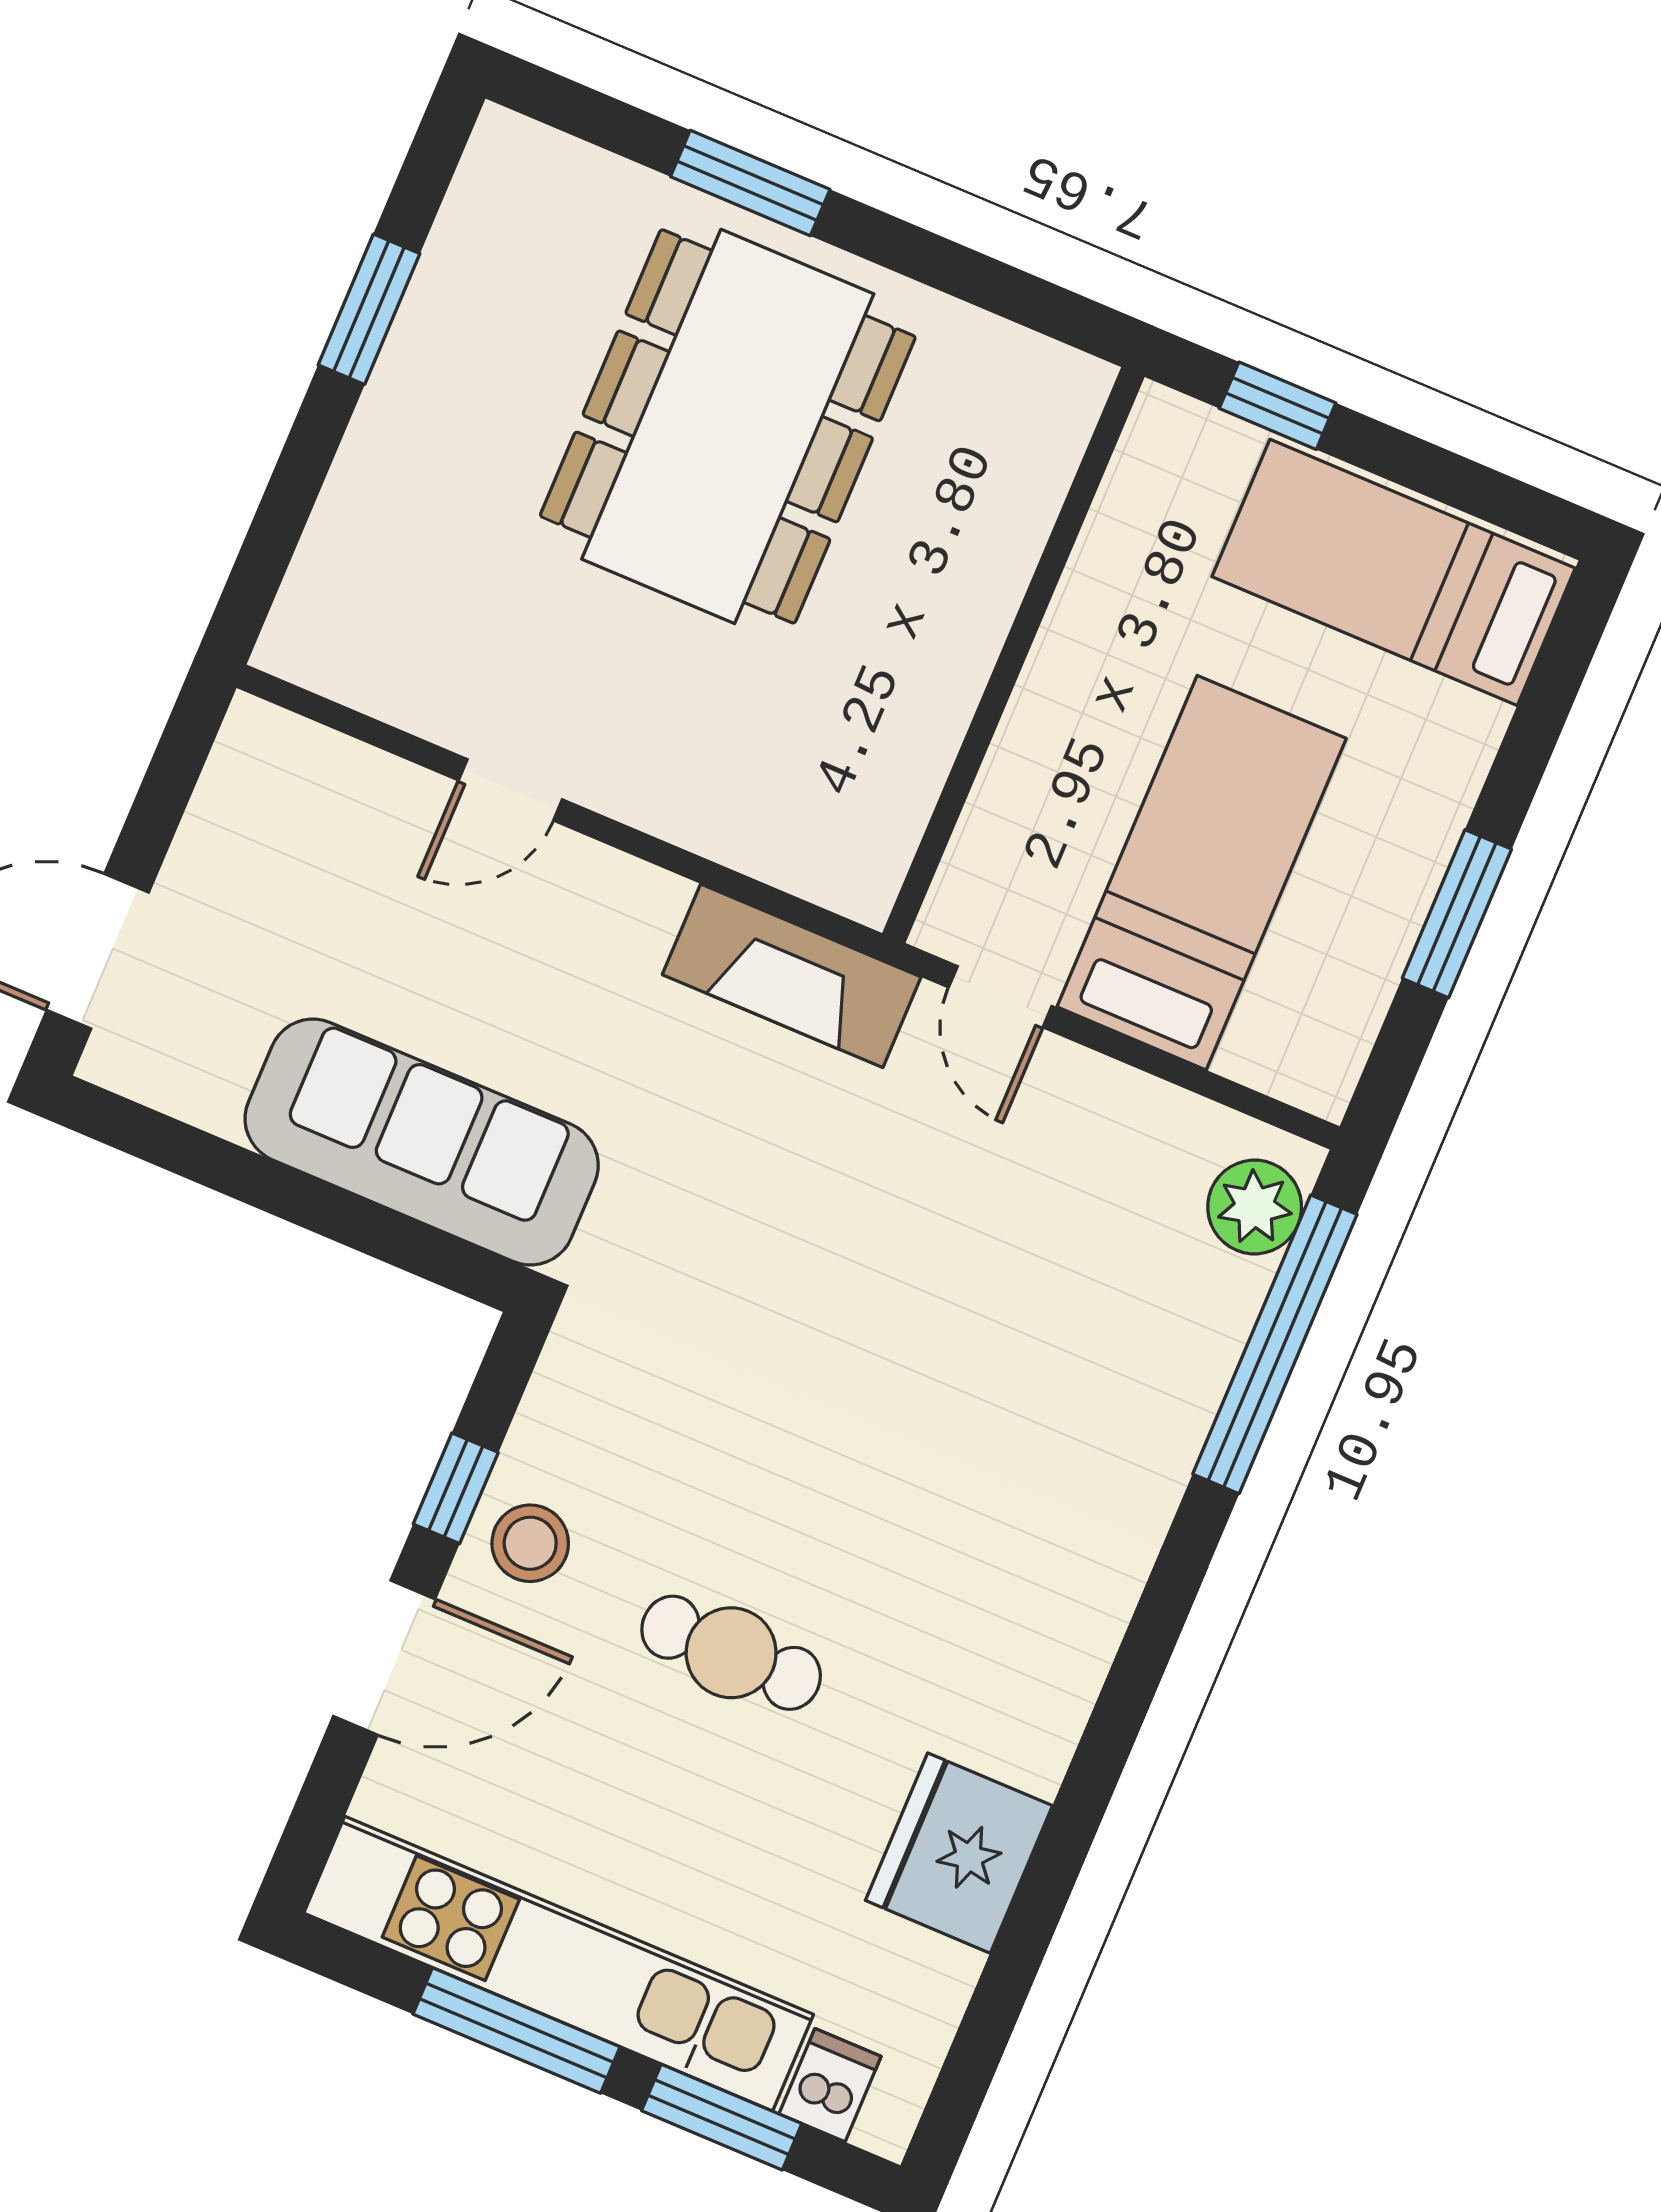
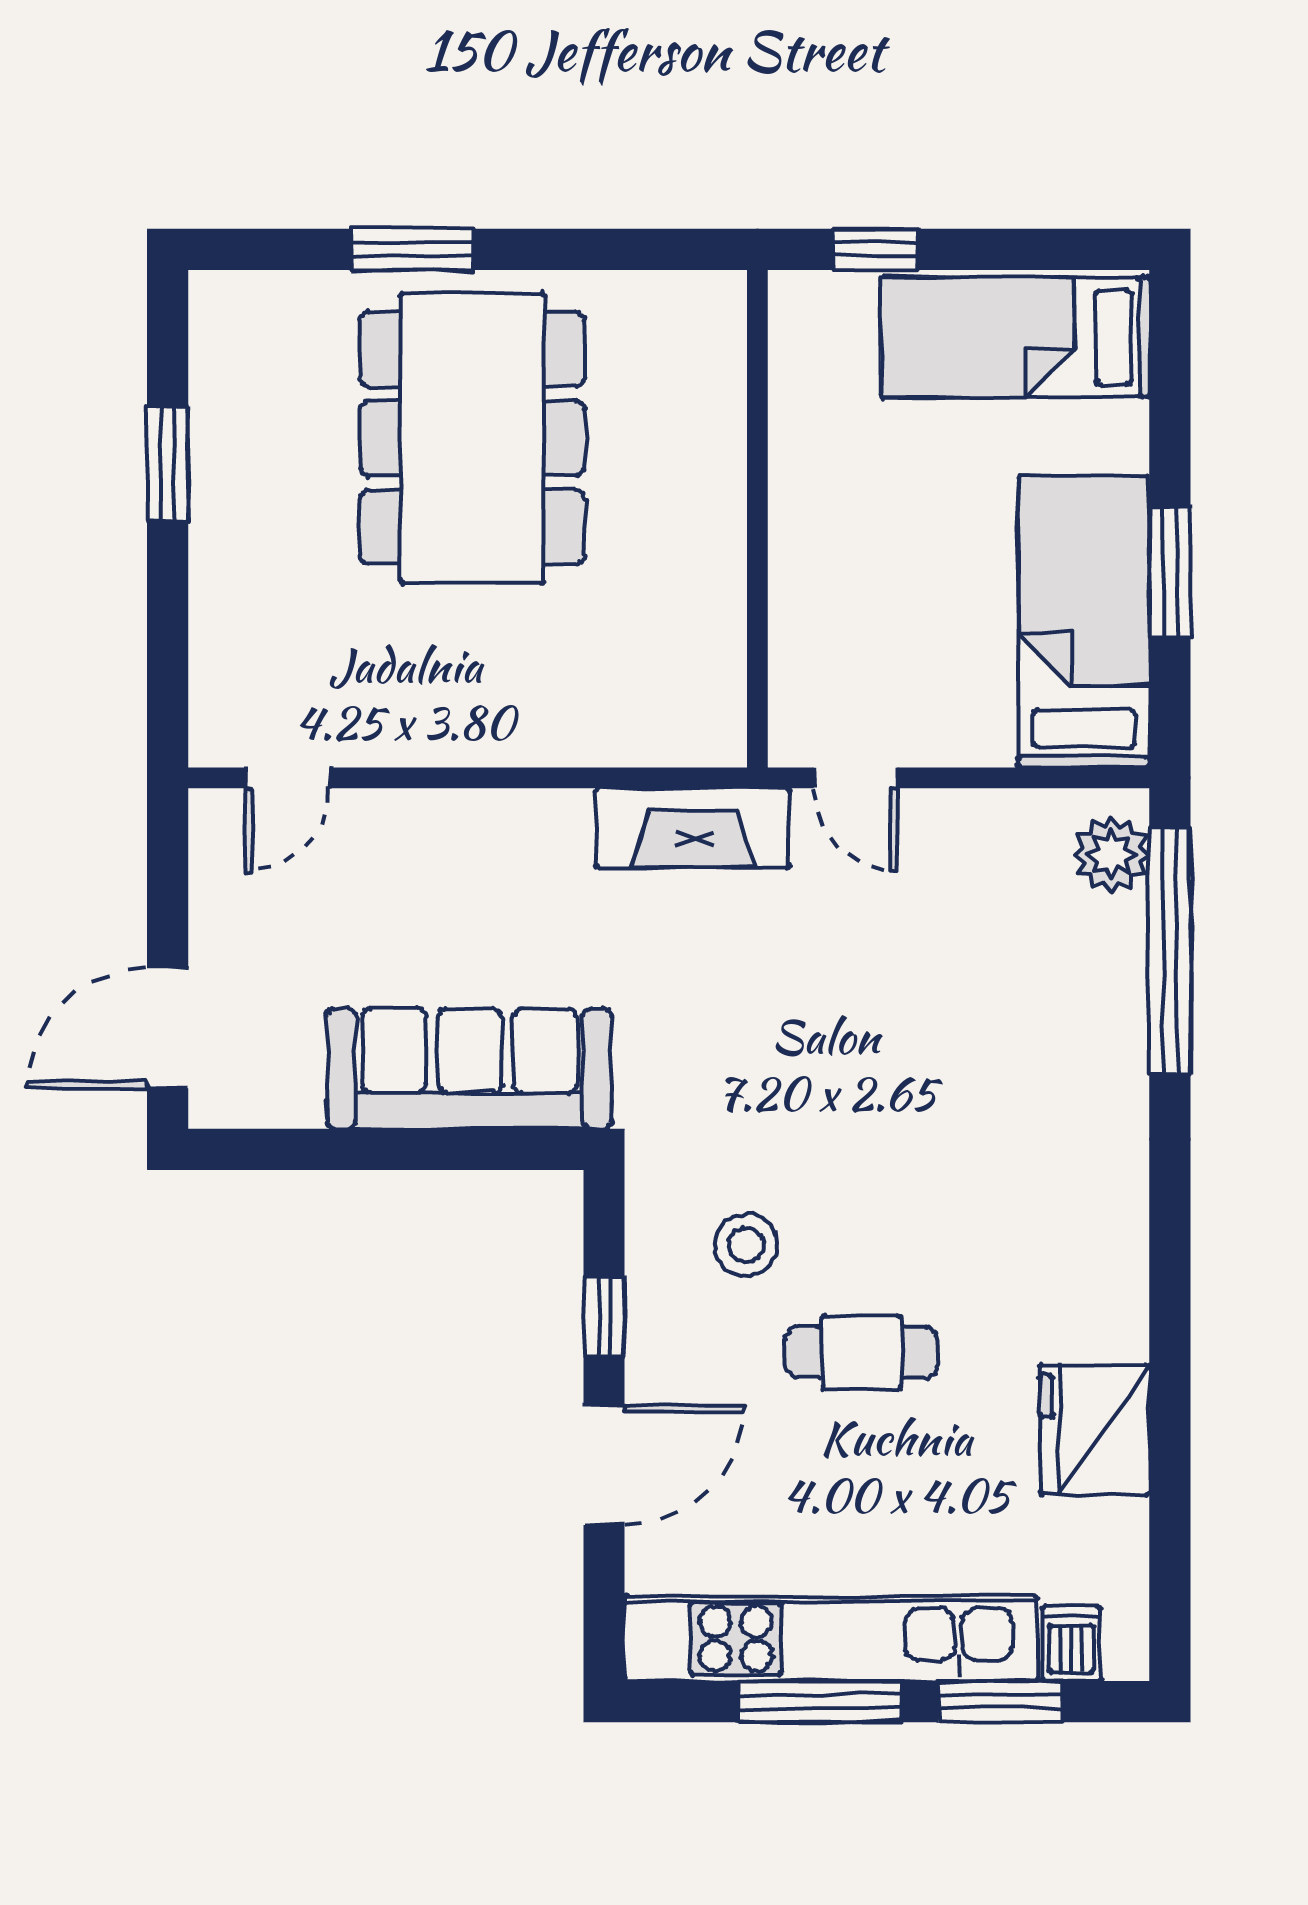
door: (510, 790) -> (288, 778), moved
bed: (1202, 873) -> (1084, 622), moved
stool: (530, 1543) -> (746, 1245), moved

